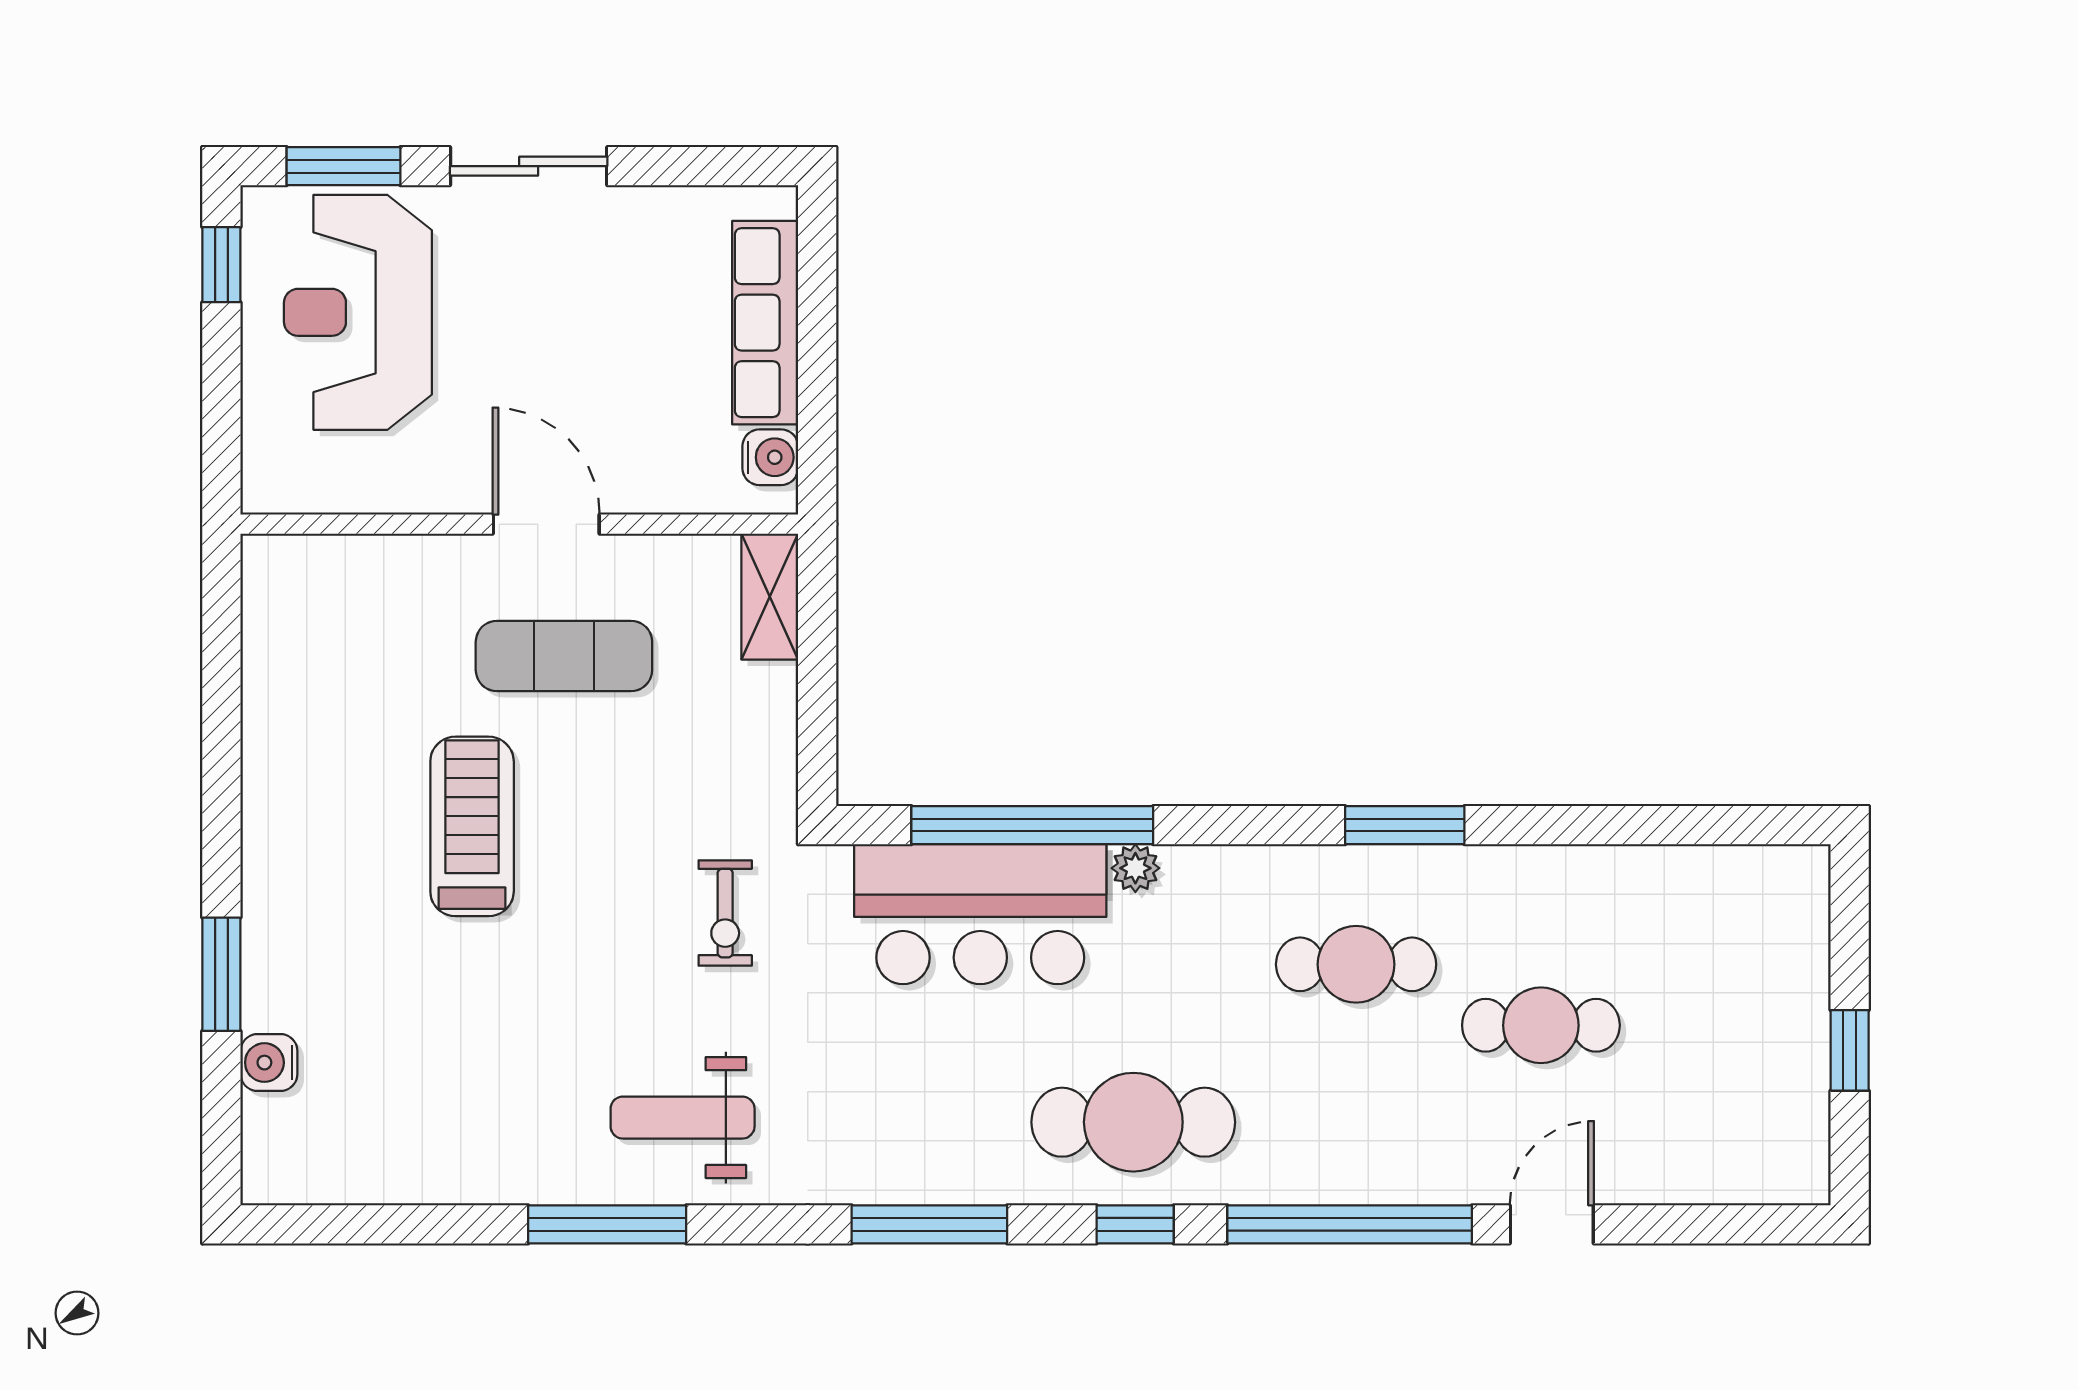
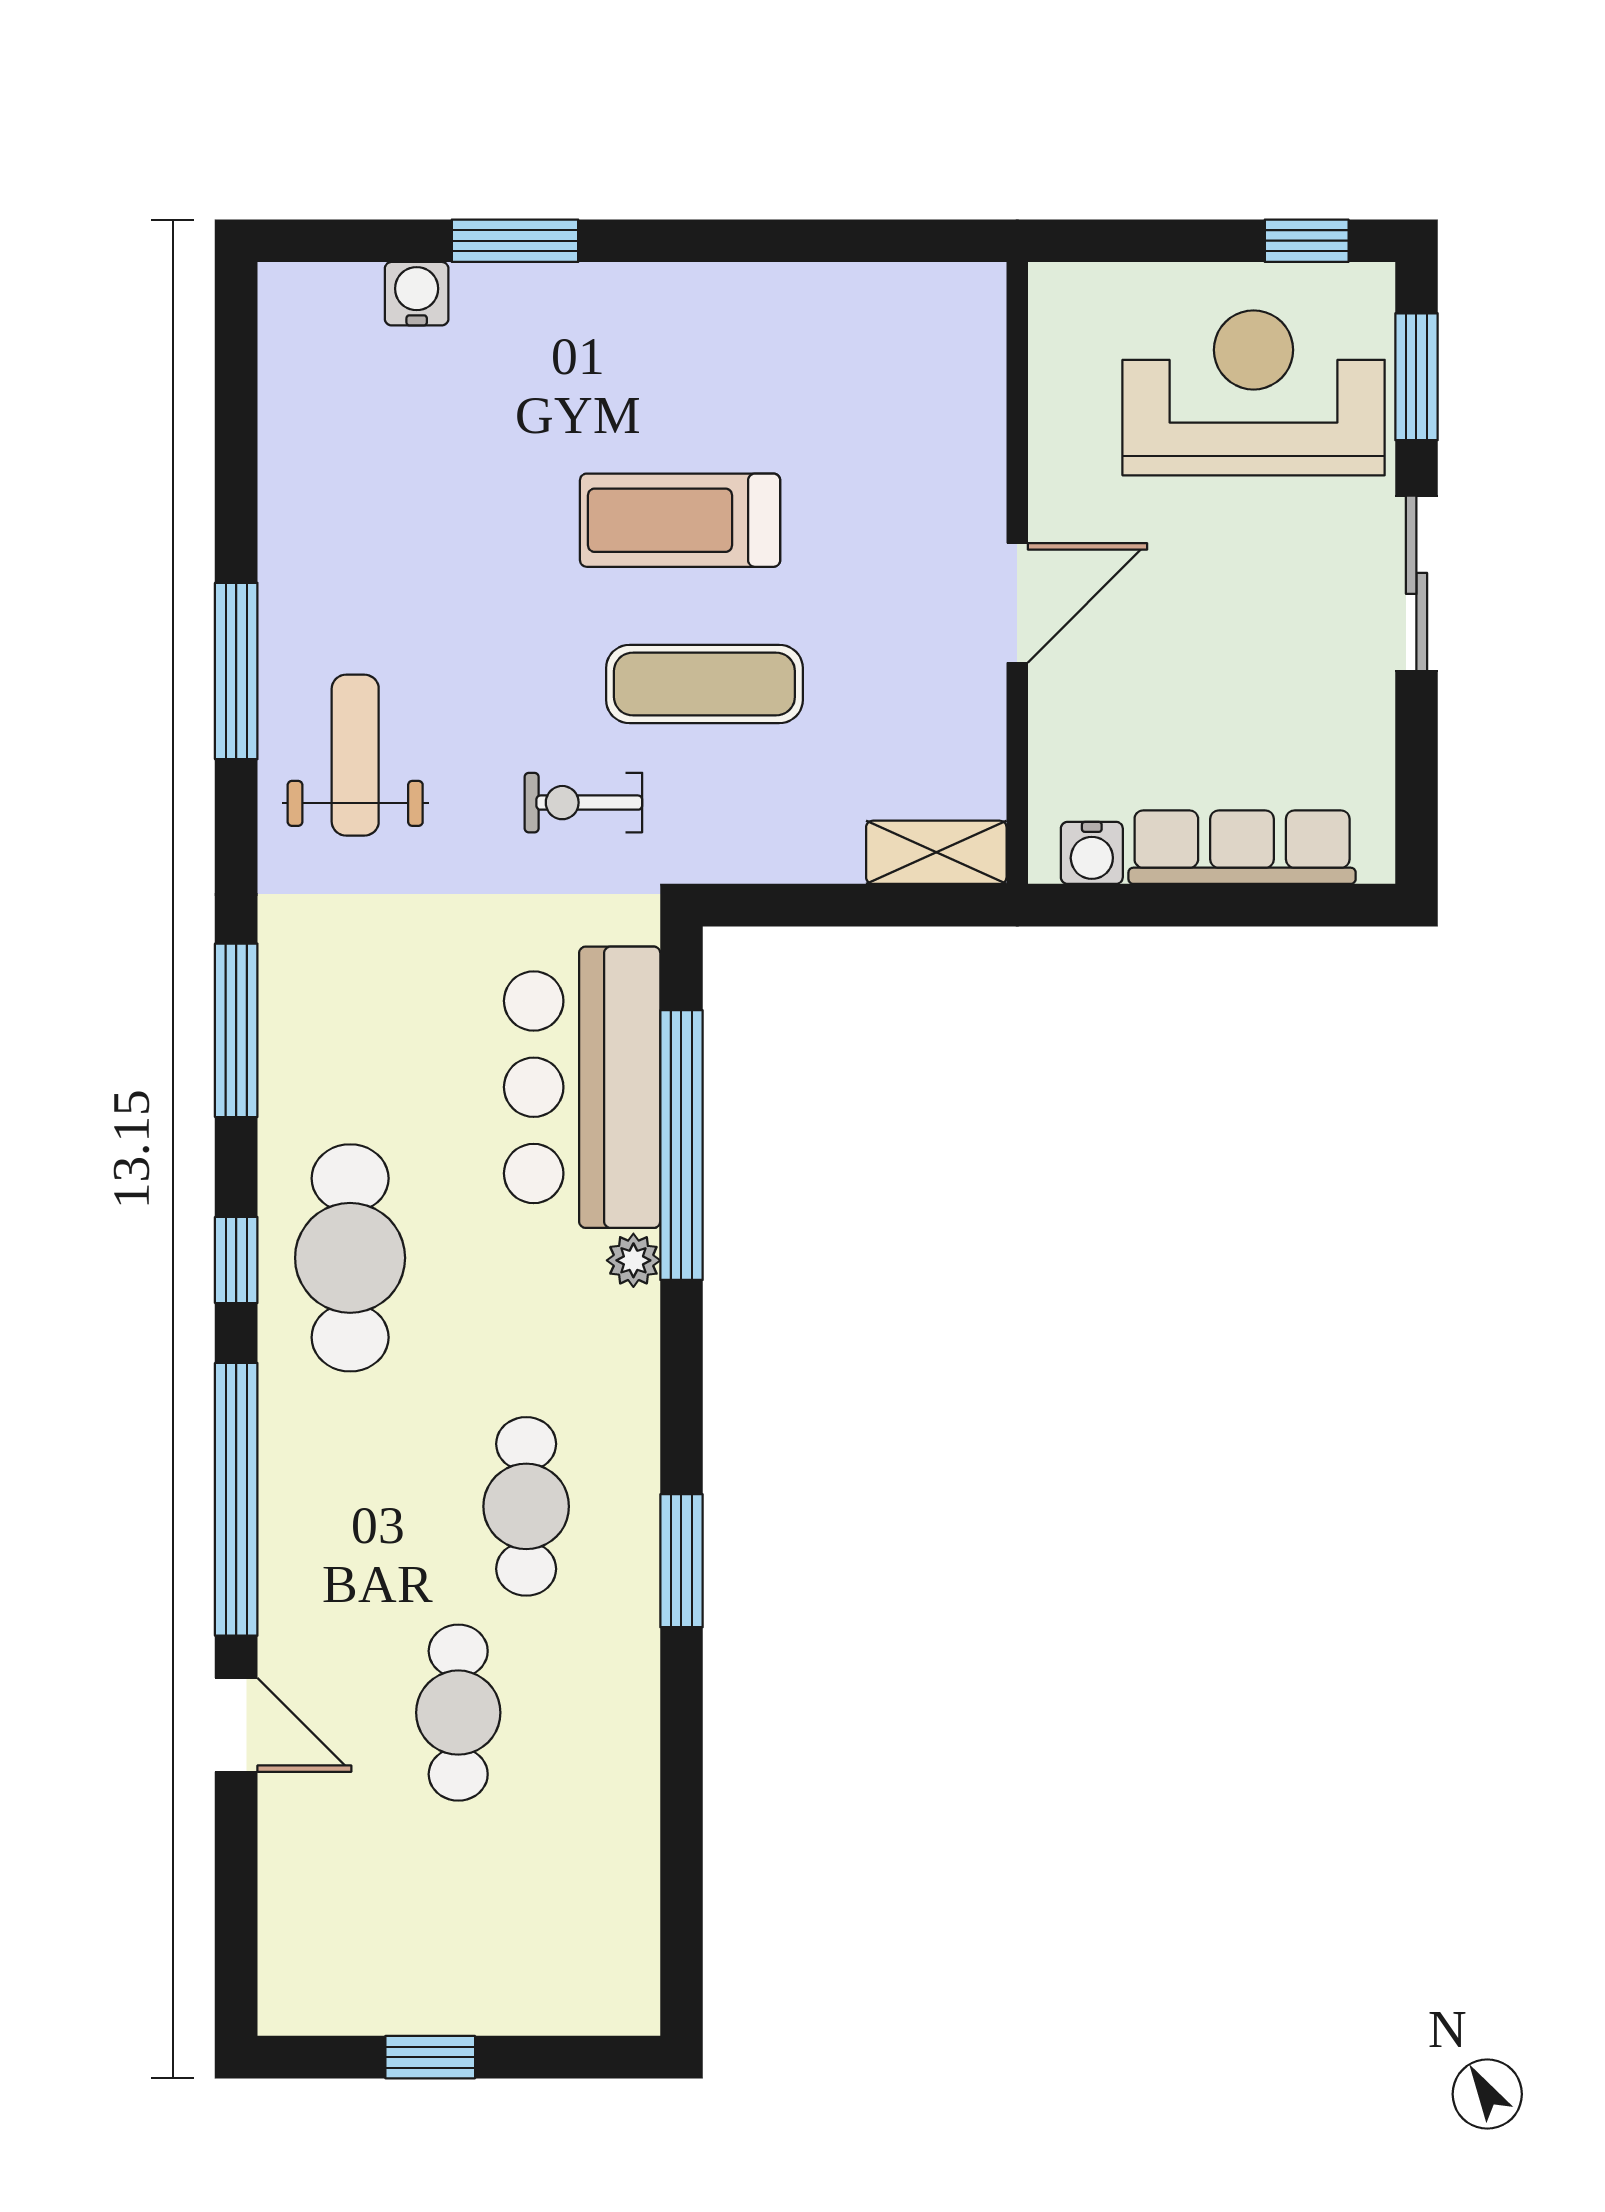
exercise mat: (564, 656) -> (704, 684), moved, turned 90
treadmill: (472, 826) -> (680, 520), turned 180

